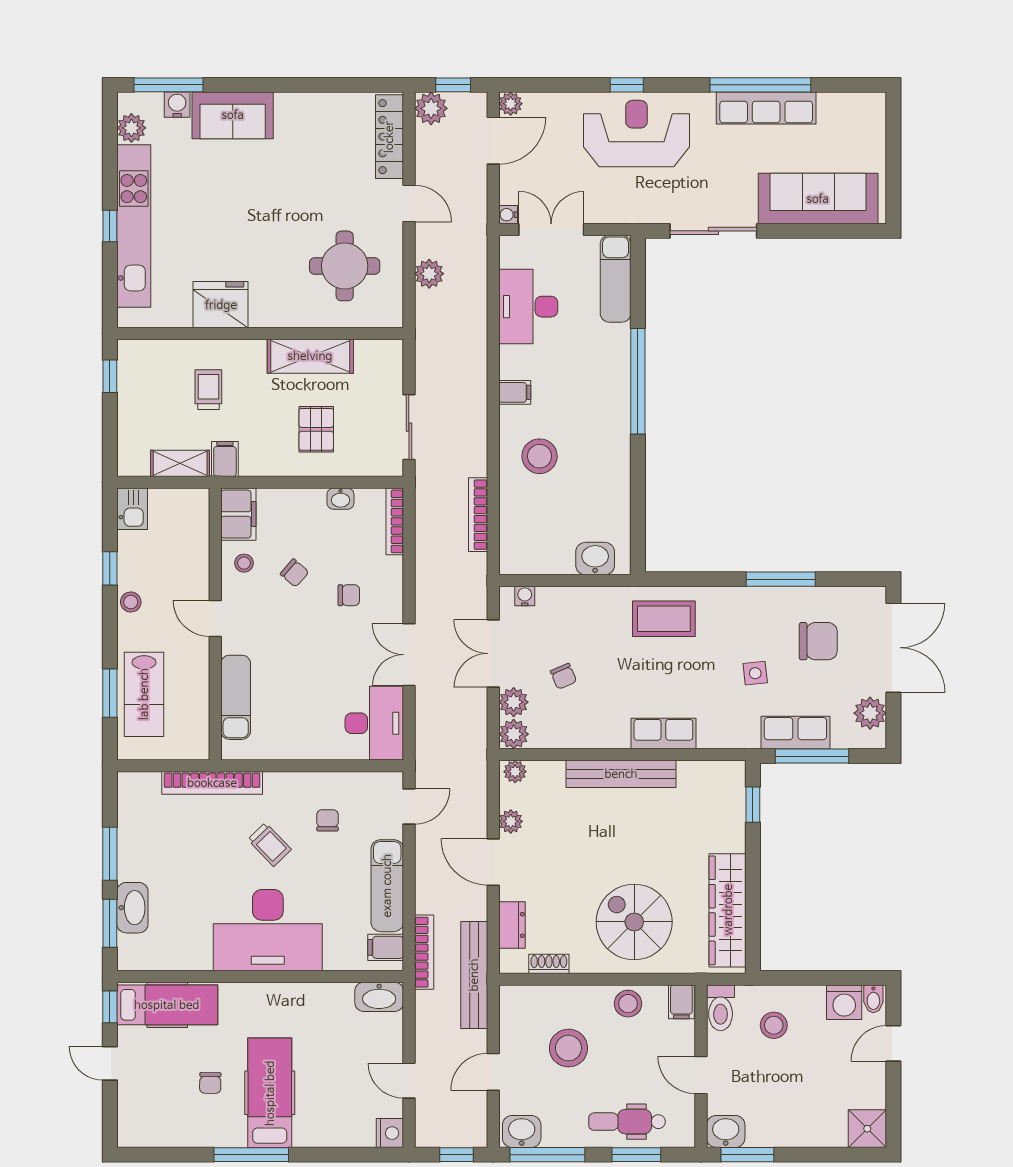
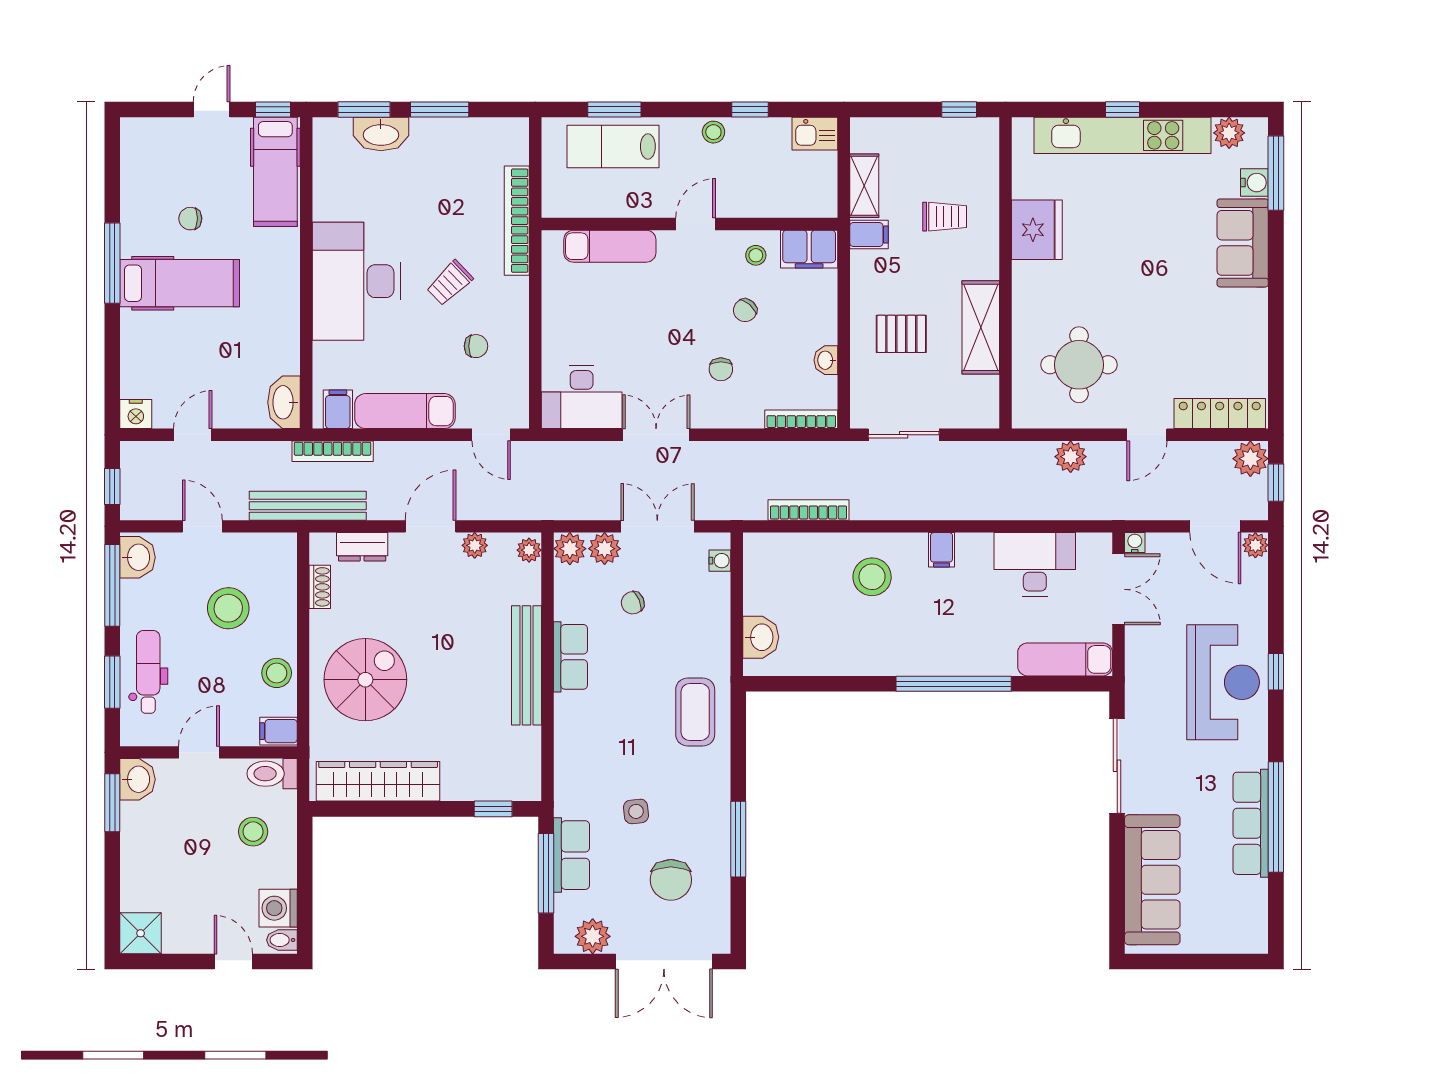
row of seats: (663, 734) -> (570, 657), moved

